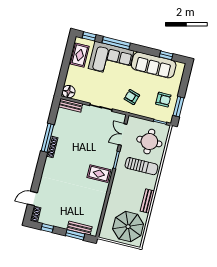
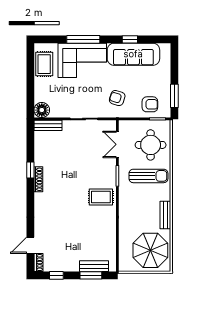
window: (89, 36) -> (50, 39), removed
window: (166, 55) -> (130, 39), moved
armchair: (163, 100) -> (150, 104), moved
window: (47, 138) -> (30, 170), width x0.46

